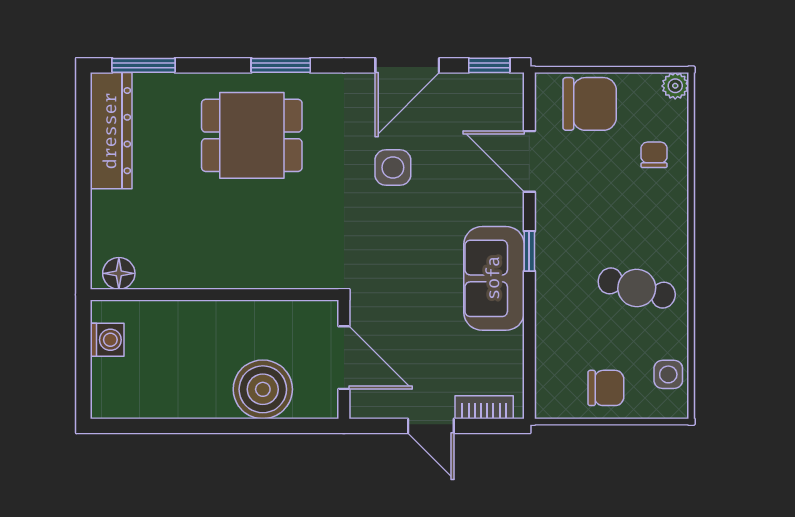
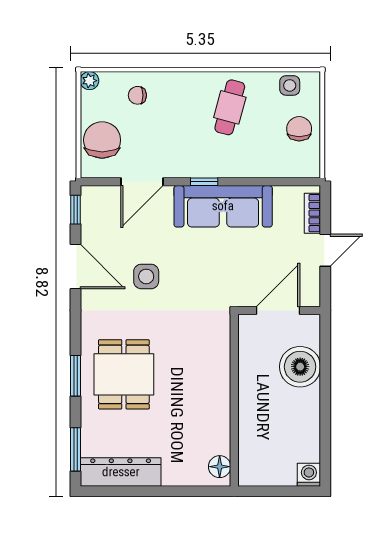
window: (281, 65) -> (75, 376), moved
sofa: (494, 278) -> (223, 206), width x1.36
washing machine: (107, 340) -> (309, 475), moved

